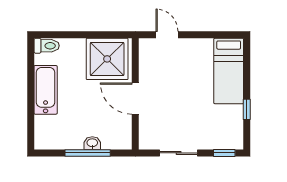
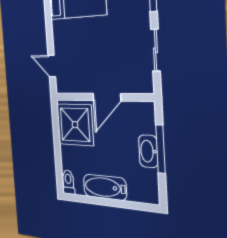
door: (167, 35) -> (52, 66), hinge flipped
washbasin: (92, 143) -> (148, 151), width x1.91, depth x1.45

